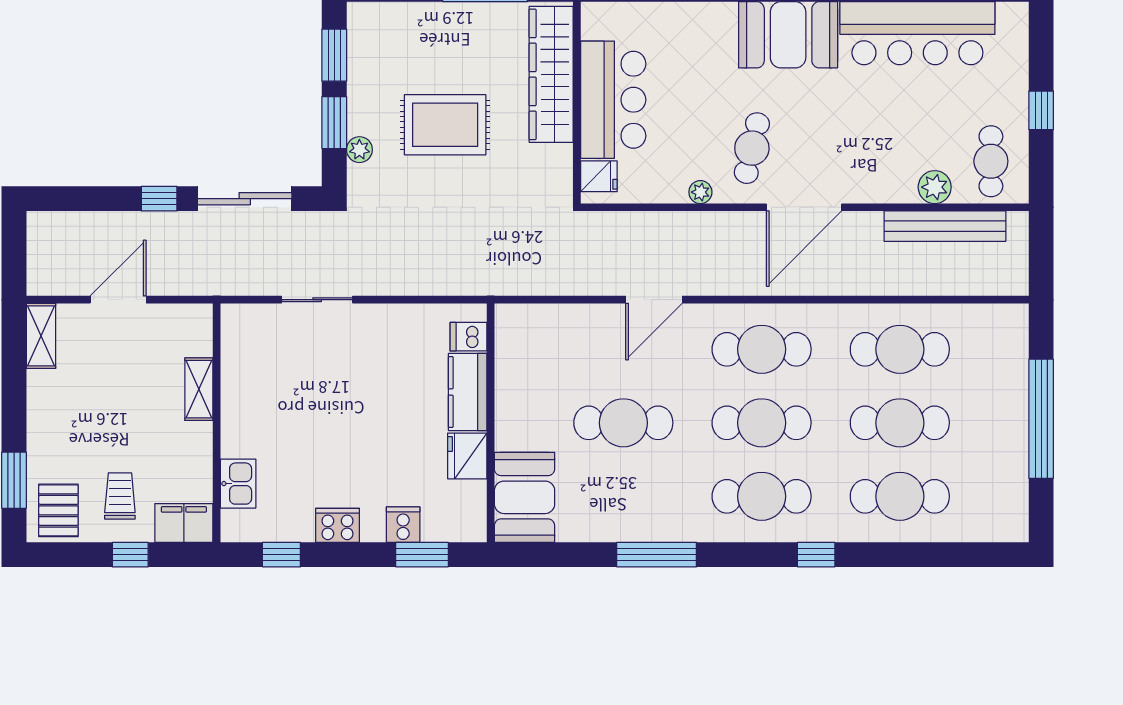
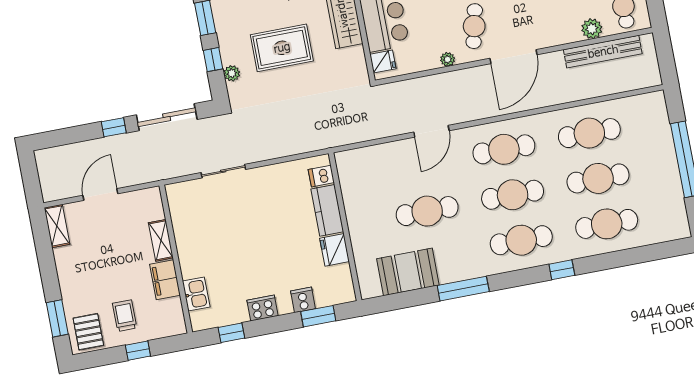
window: (334, 123) -> (213, 60), width x0.67
booth: (525, 497) -> (408, 272), moved, turned 90
filing cabinet: (184, 523) -> (165, 280), moved, turned -90

